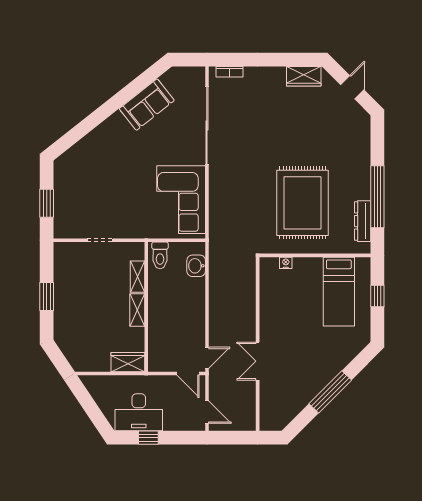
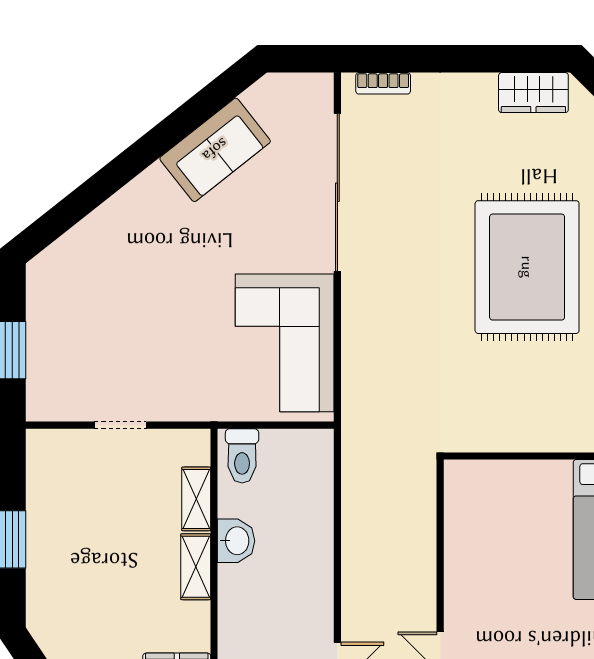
rug: (303, 203) -> (527, 267), moved
nightstand: (286, 263) -> (497, 471), removed
washbasin: (196, 266) -> (236, 541), moved, turned 180

